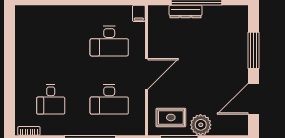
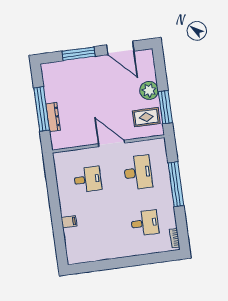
filing cabinet: (139, 13) -> (69, 222), moved
desk: (109, 41) -> (88, 179), width x0.73
rug: (171, 117) -> (146, 117), turned 90

